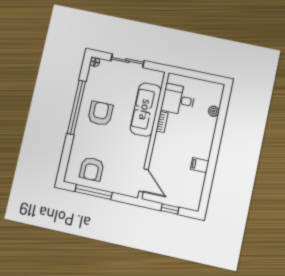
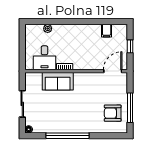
sofa: (146, 110) -> (58, 81), width x0.73
armchair: (100, 114) -> (68, 116), removed
filing cabinet: (200, 165) -> (107, 31), moved
armchair: (92, 169) -> (113, 113), turned 180

